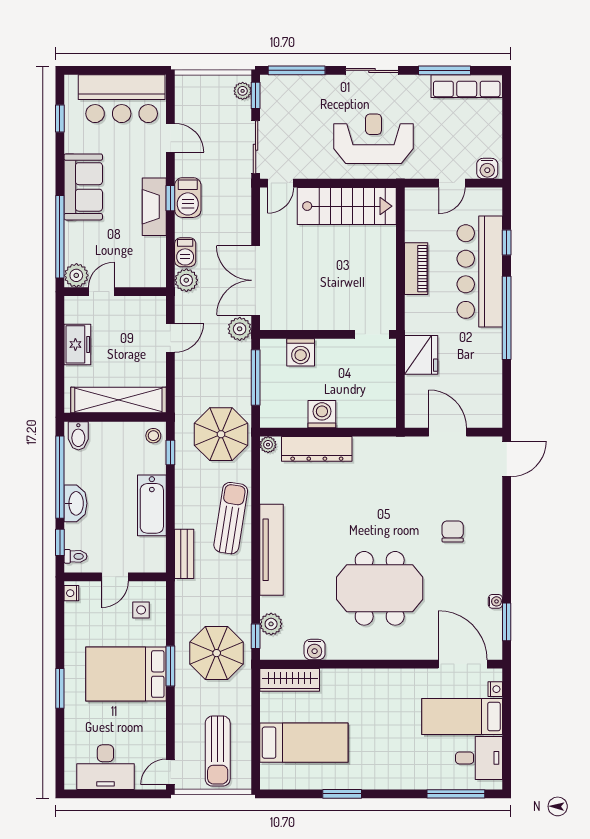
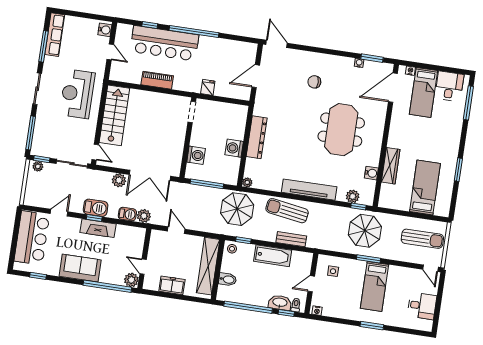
plant: (240, 329) -> (119, 180), moved
fridge: (421, 355) -> (208, 87), width x0.53, depth x0.75
bidet: (78, 436) -> (228, 279), moved
dresser: (317, 449) -> (257, 137), moved
washbasin: (75, 503) -> (280, 303), moved
bench: (184, 554) -> (291, 239), moved
door: (115, 577) -> (311, 284), swing flipped
bed: (126, 674) -> (375, 286), width x0.67
wardrobe: (290, 680) -> (391, 166), moved
desk: (105, 767) -> (422, 306), width x0.73

